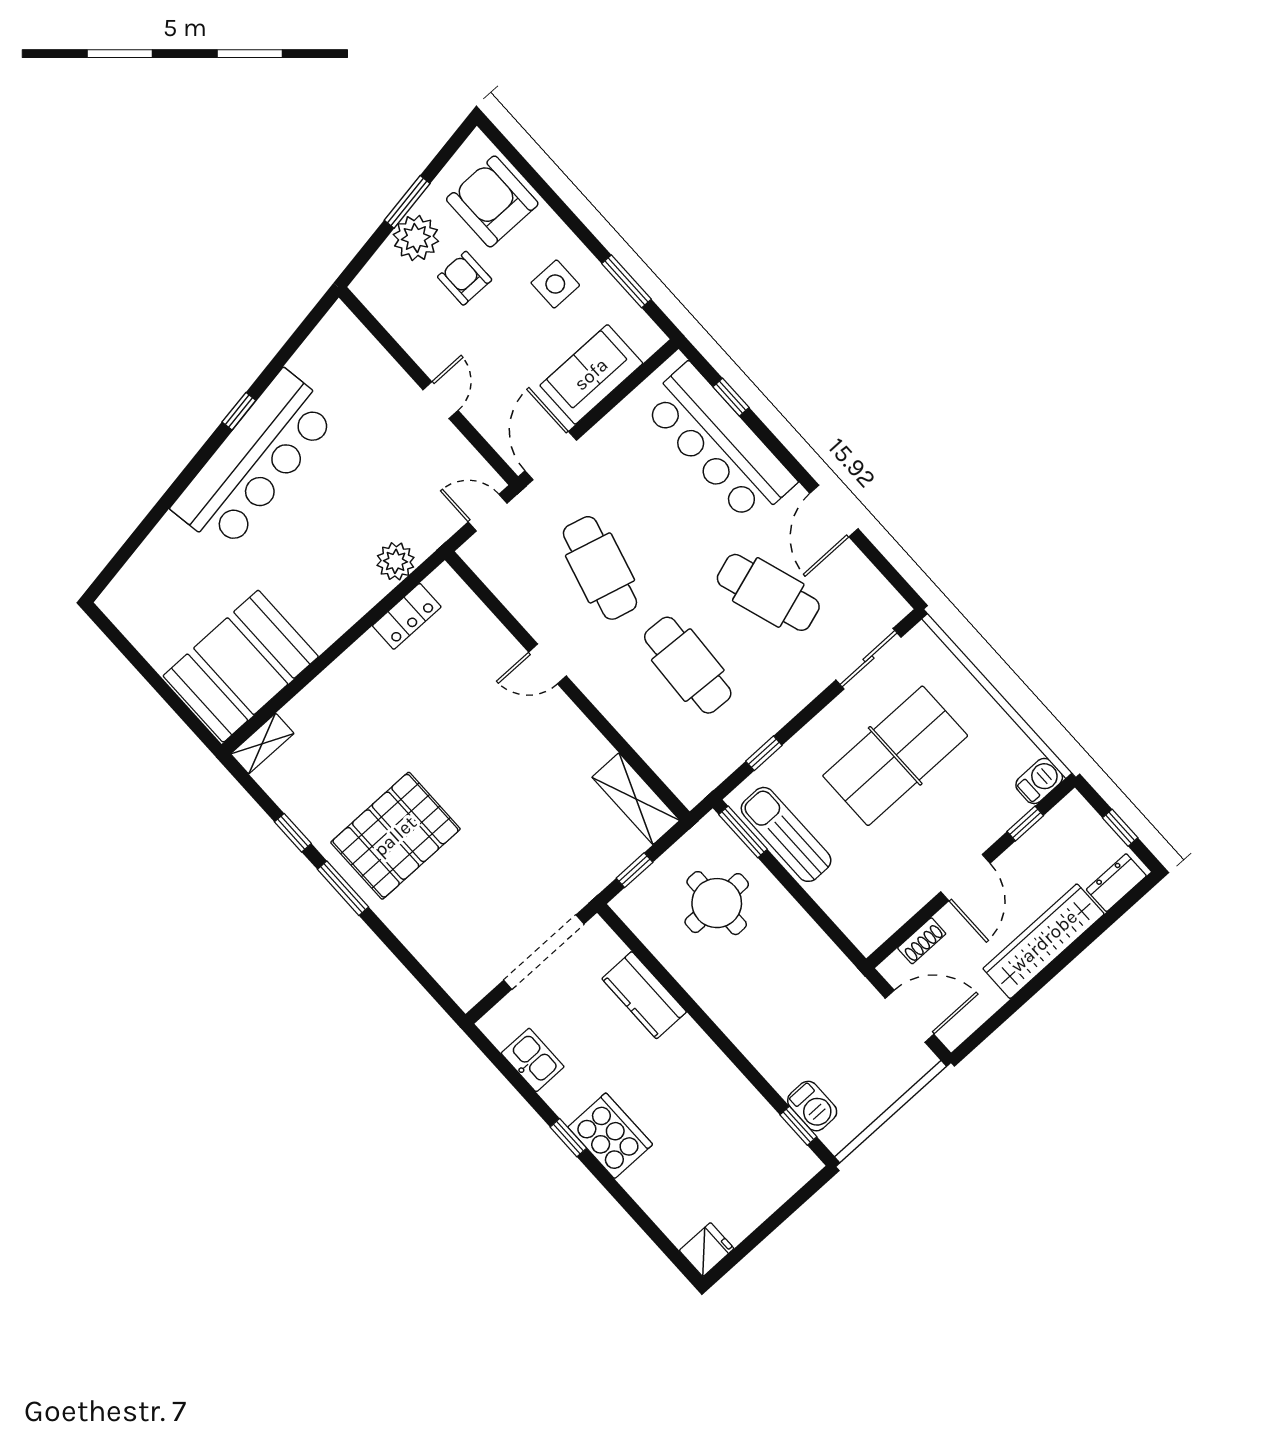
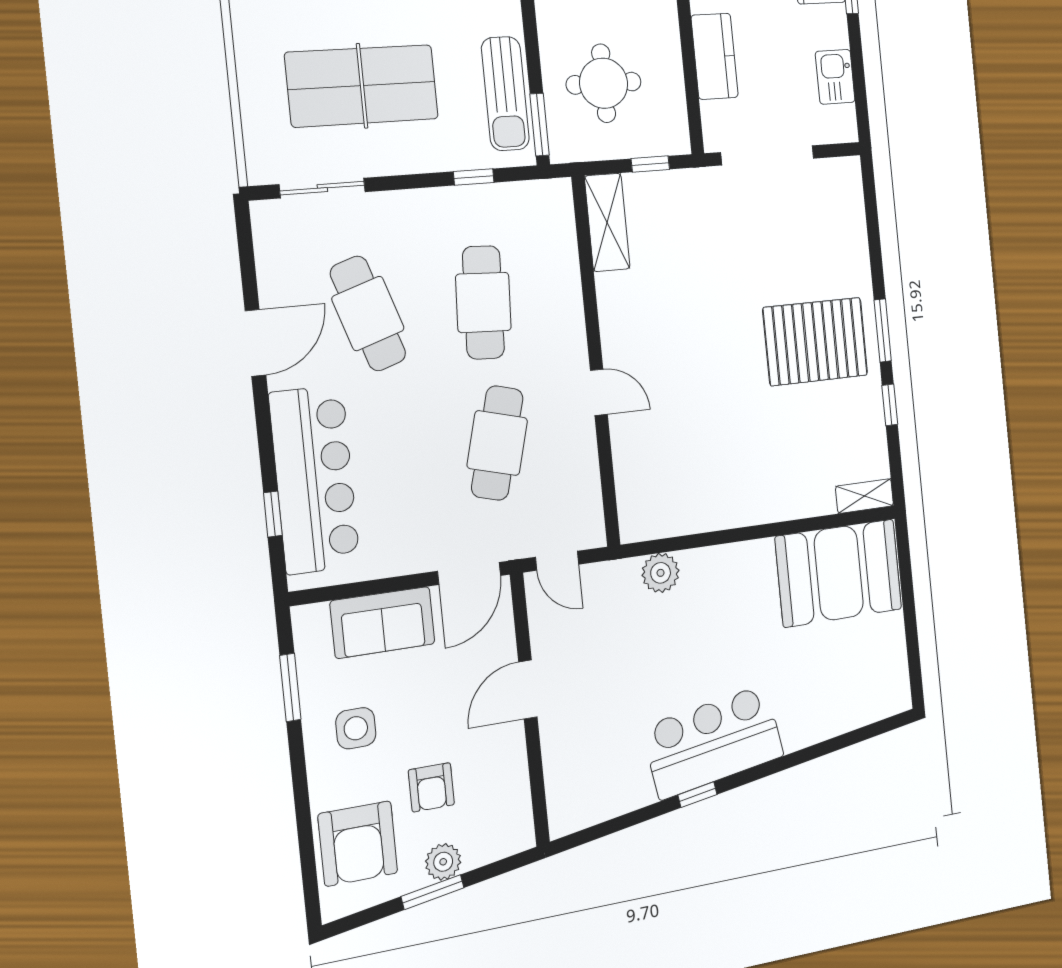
plant: (416, 238) -> (443, 862), width x0.73, depth x0.73
door: (440, 400) -> (528, 689), width x1.38
bar counter: (255, 461) -> (713, 742), width x0.73
locker: (407, 616) -> (684, 519), removed

